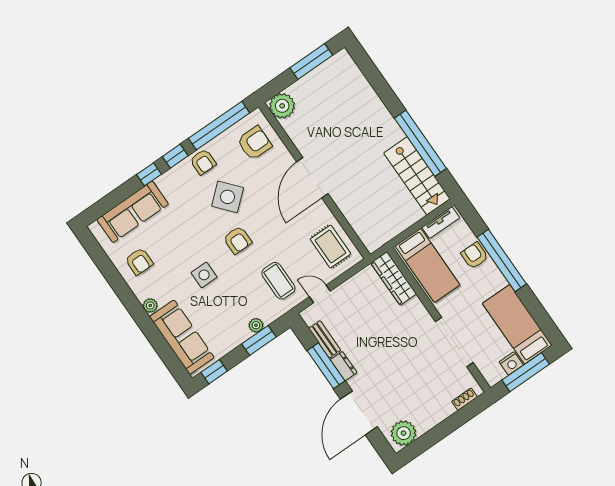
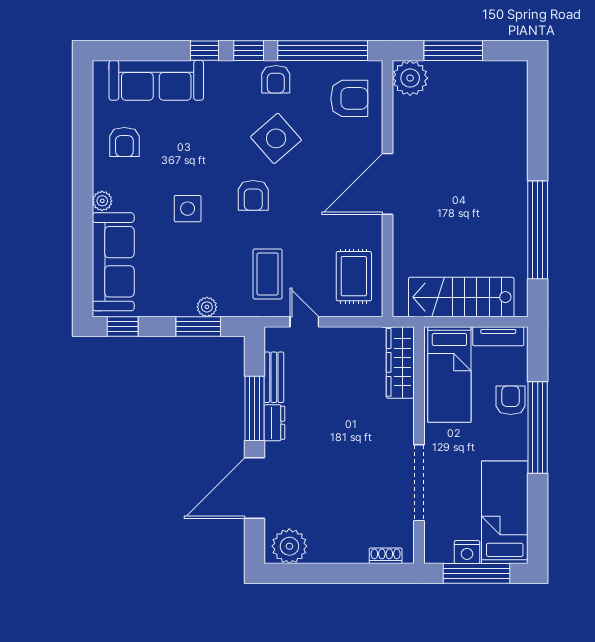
window: (311, 61) -> (453, 51), moved
stairs: (417, 176) -> (461, 297), moved, turned 90

